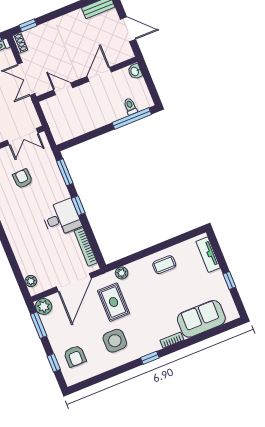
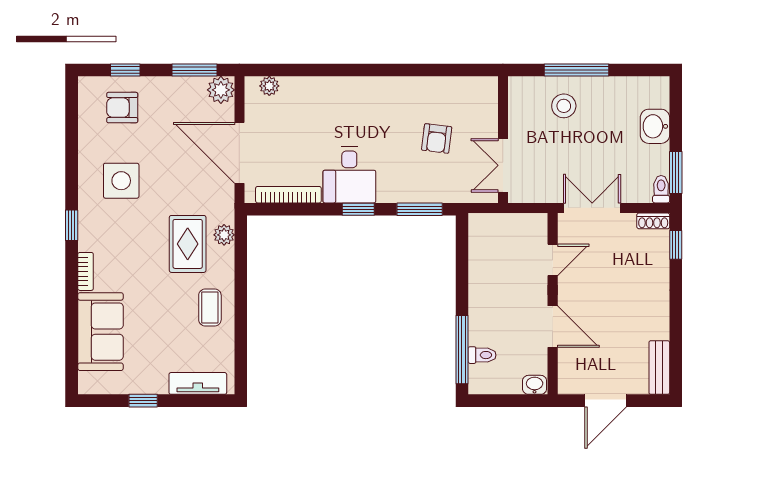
armchair: (23, 179) -> (437, 138), turned 100
rug: (114, 302) -> (188, 244), moved, turned 90

